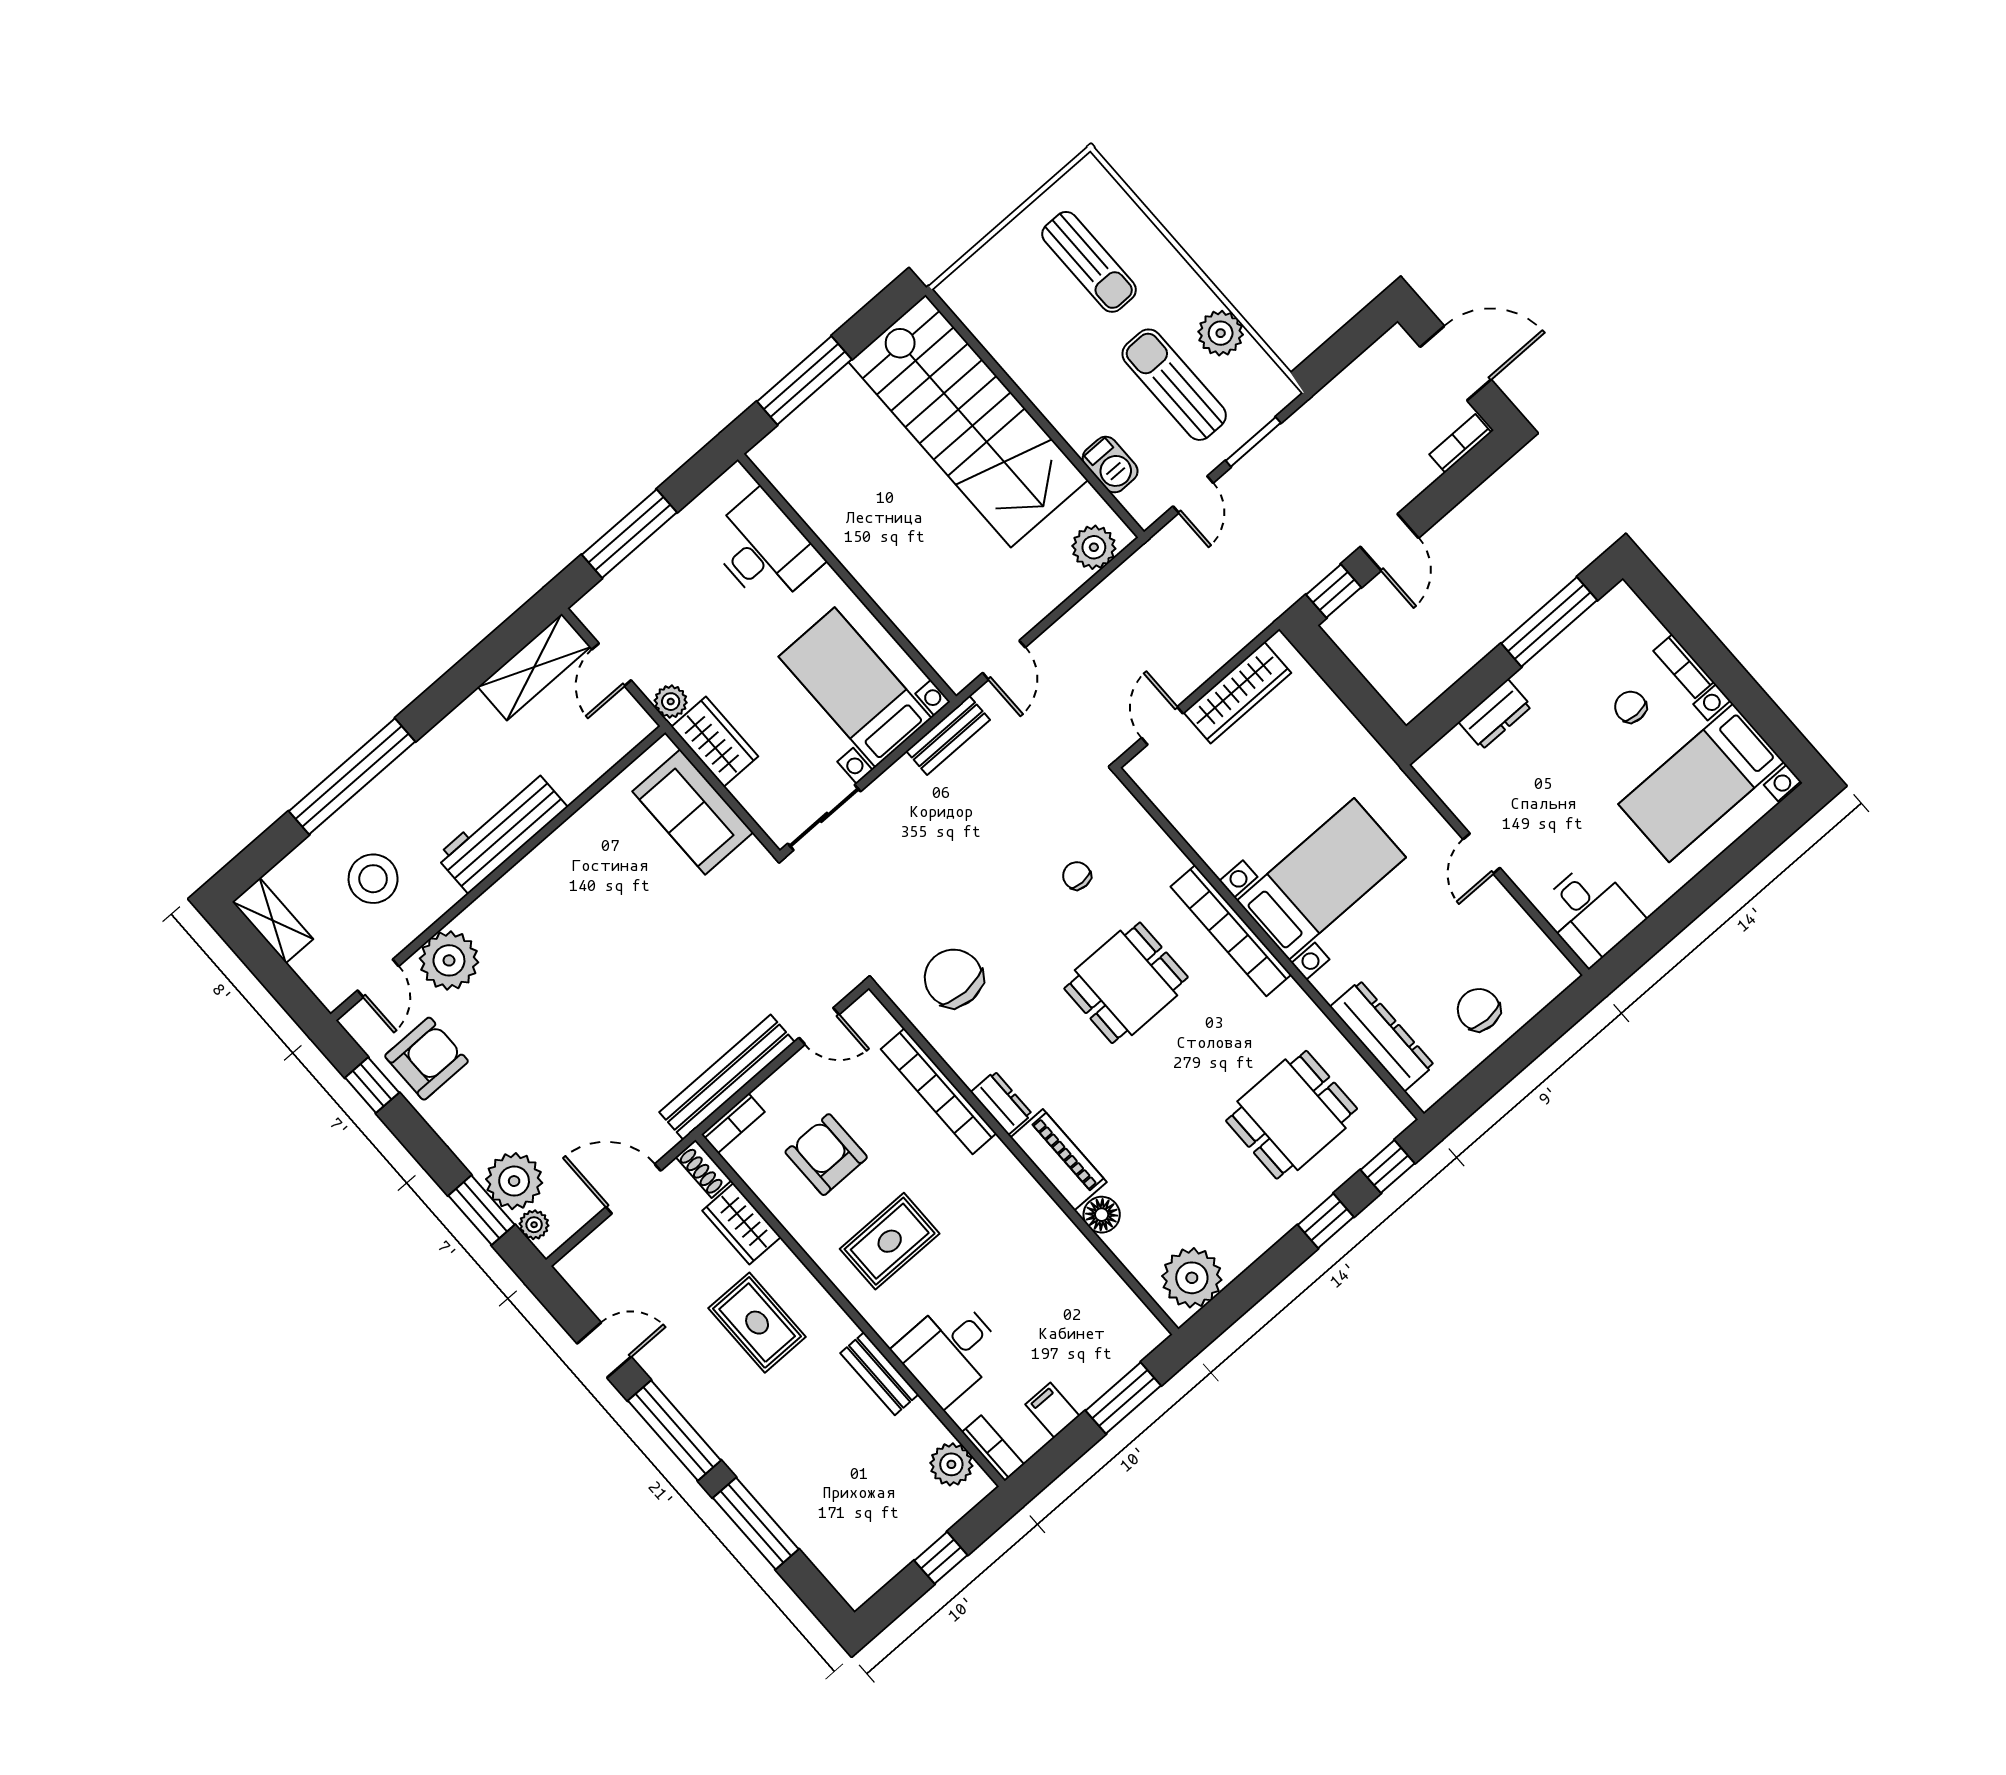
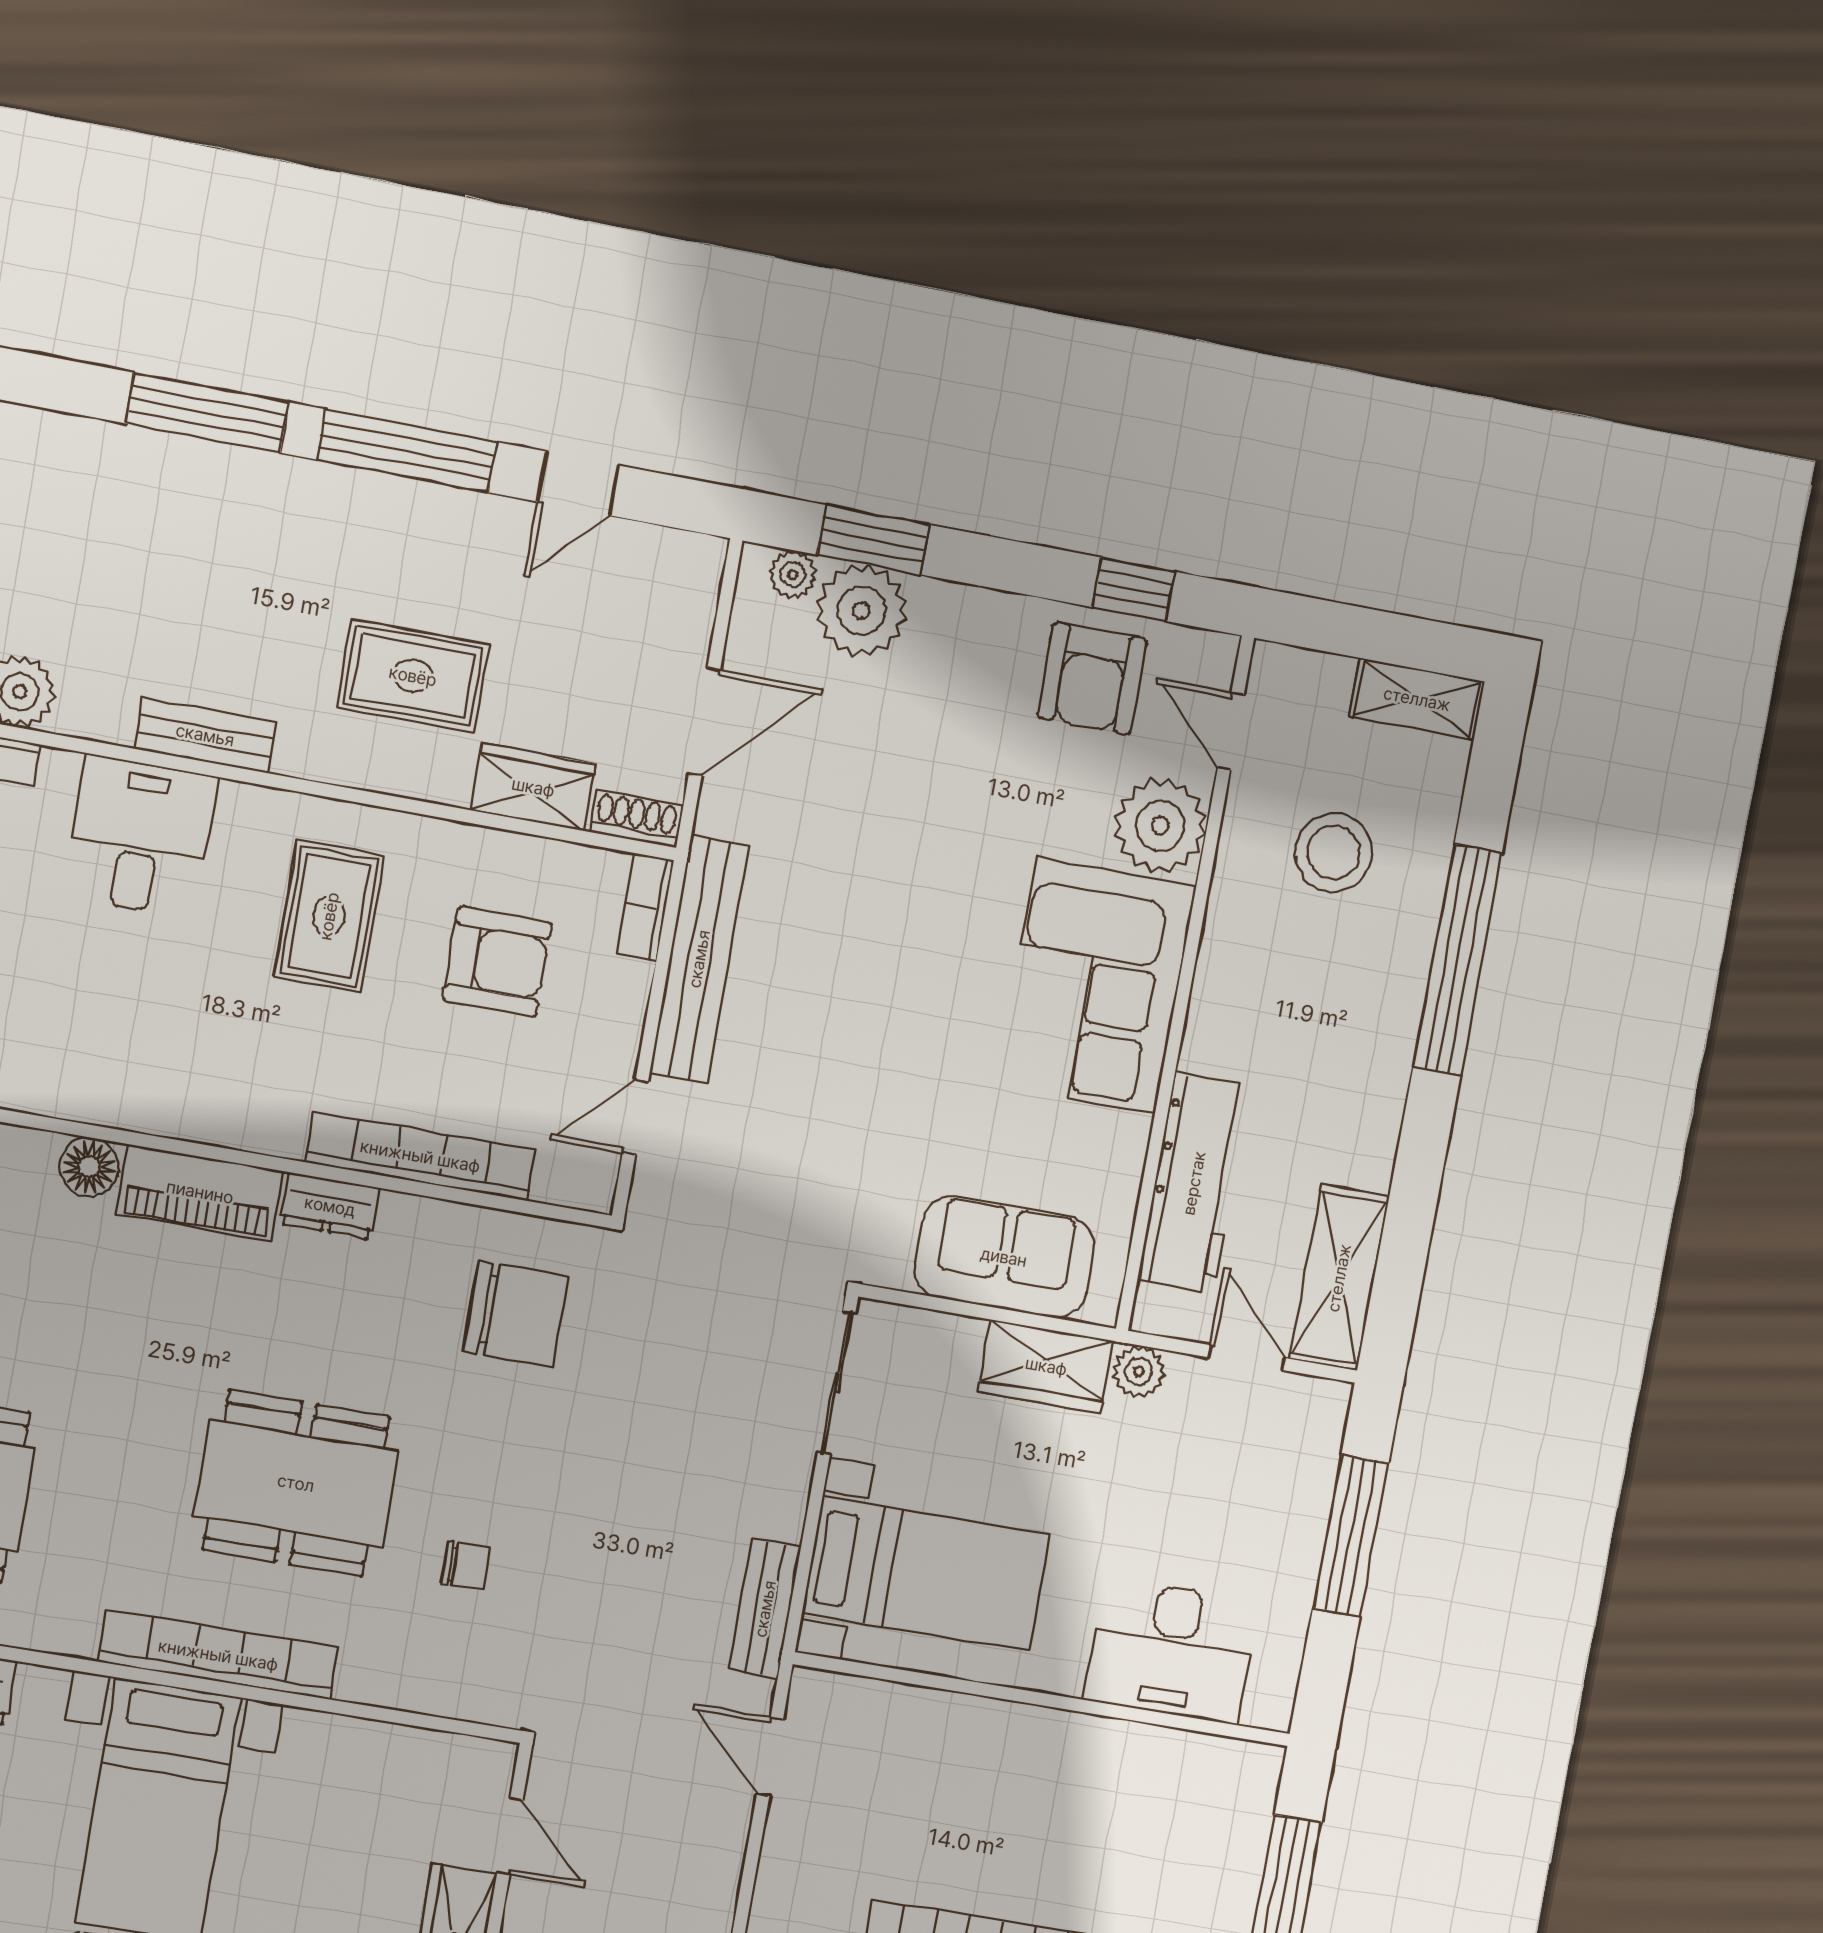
workbench: (502, 832) -> (1194, 1183), moved
corner sofa: (542, 908) -> (1096, 986), added
dining table: (1126, 983) -> (296, 1483), width x1.38

